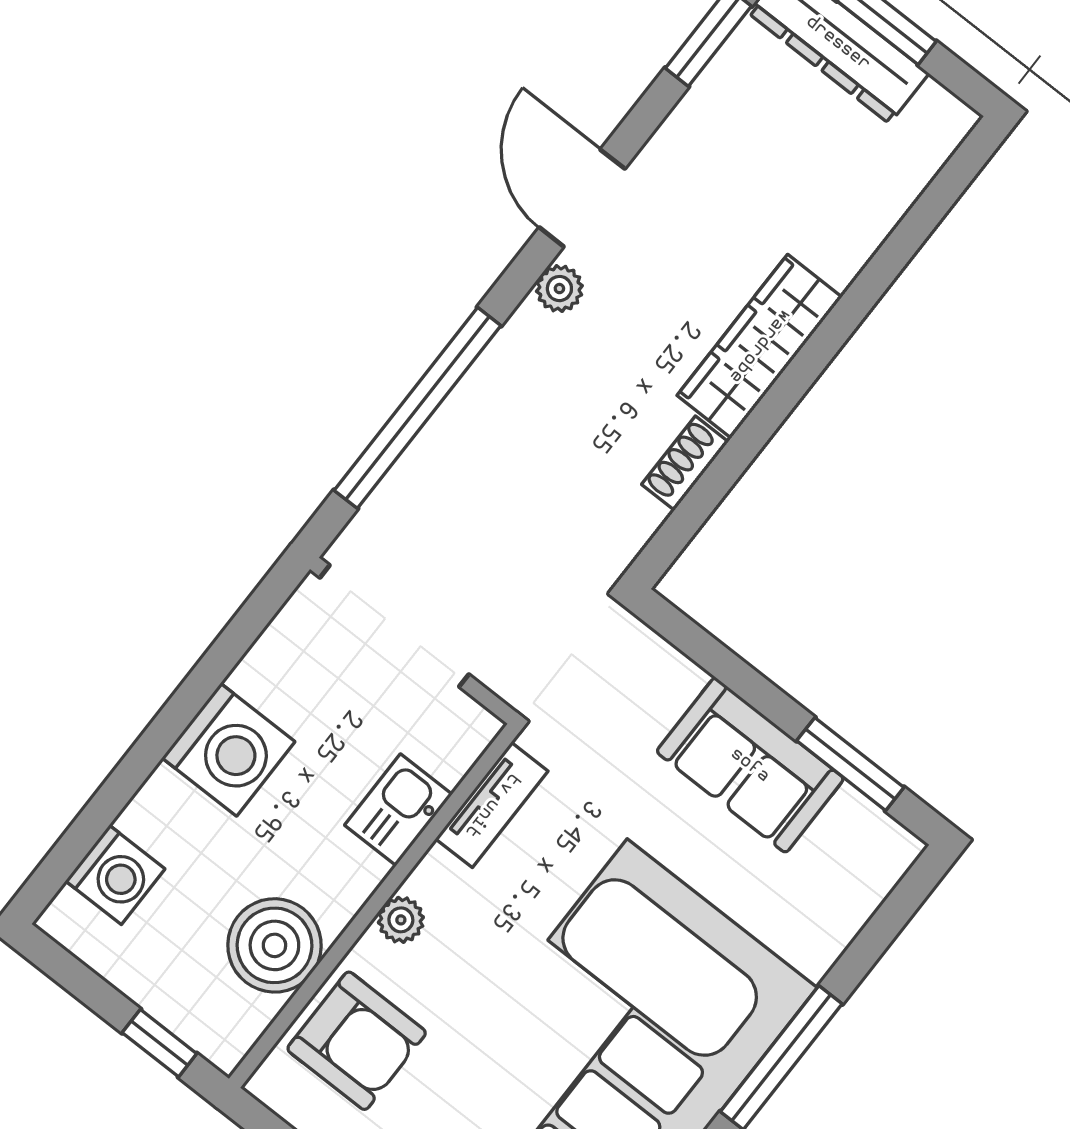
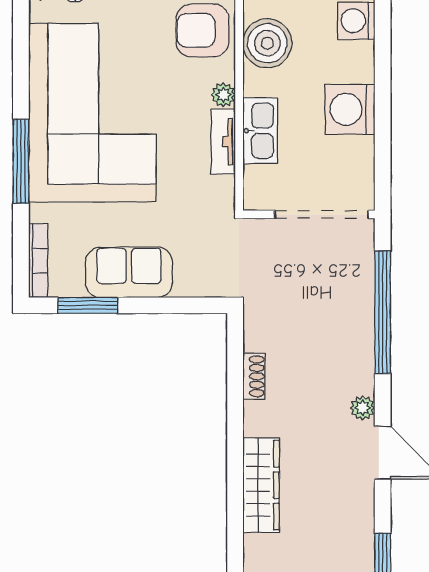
wardrobe: (760, 346) -> (261, 485), moved
tv unit: (492, 805) -> (223, 142), moved
kitchen sink: (398, 810) -> (260, 131), width x1.38
bookcase: (872, 889) -> (38, 261), added

